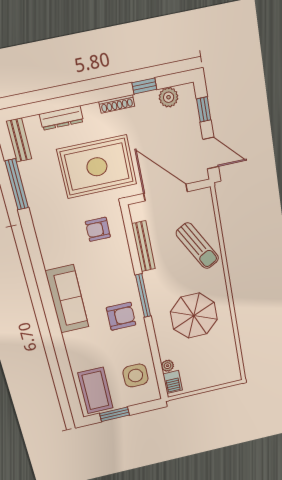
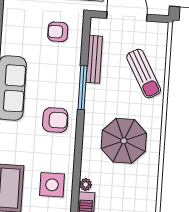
window: (143, 296) -> (82, 88), moved

